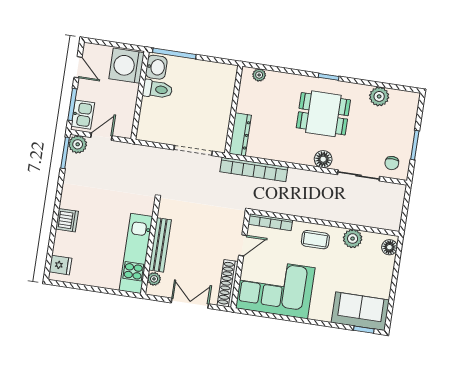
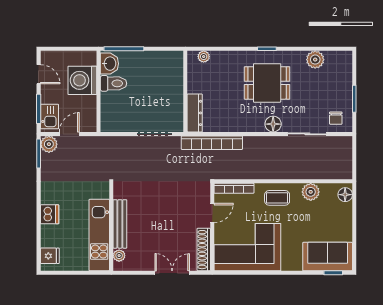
washing machine: (127, 66) -> (82, 80), moved
bench: (160, 245) -> (120, 224), moved
wall: (150, 247) -> (111, 227), moved
kitchen unit: (136, 254) -> (99, 235), moved
plant: (154, 279) -> (119, 256), moved

